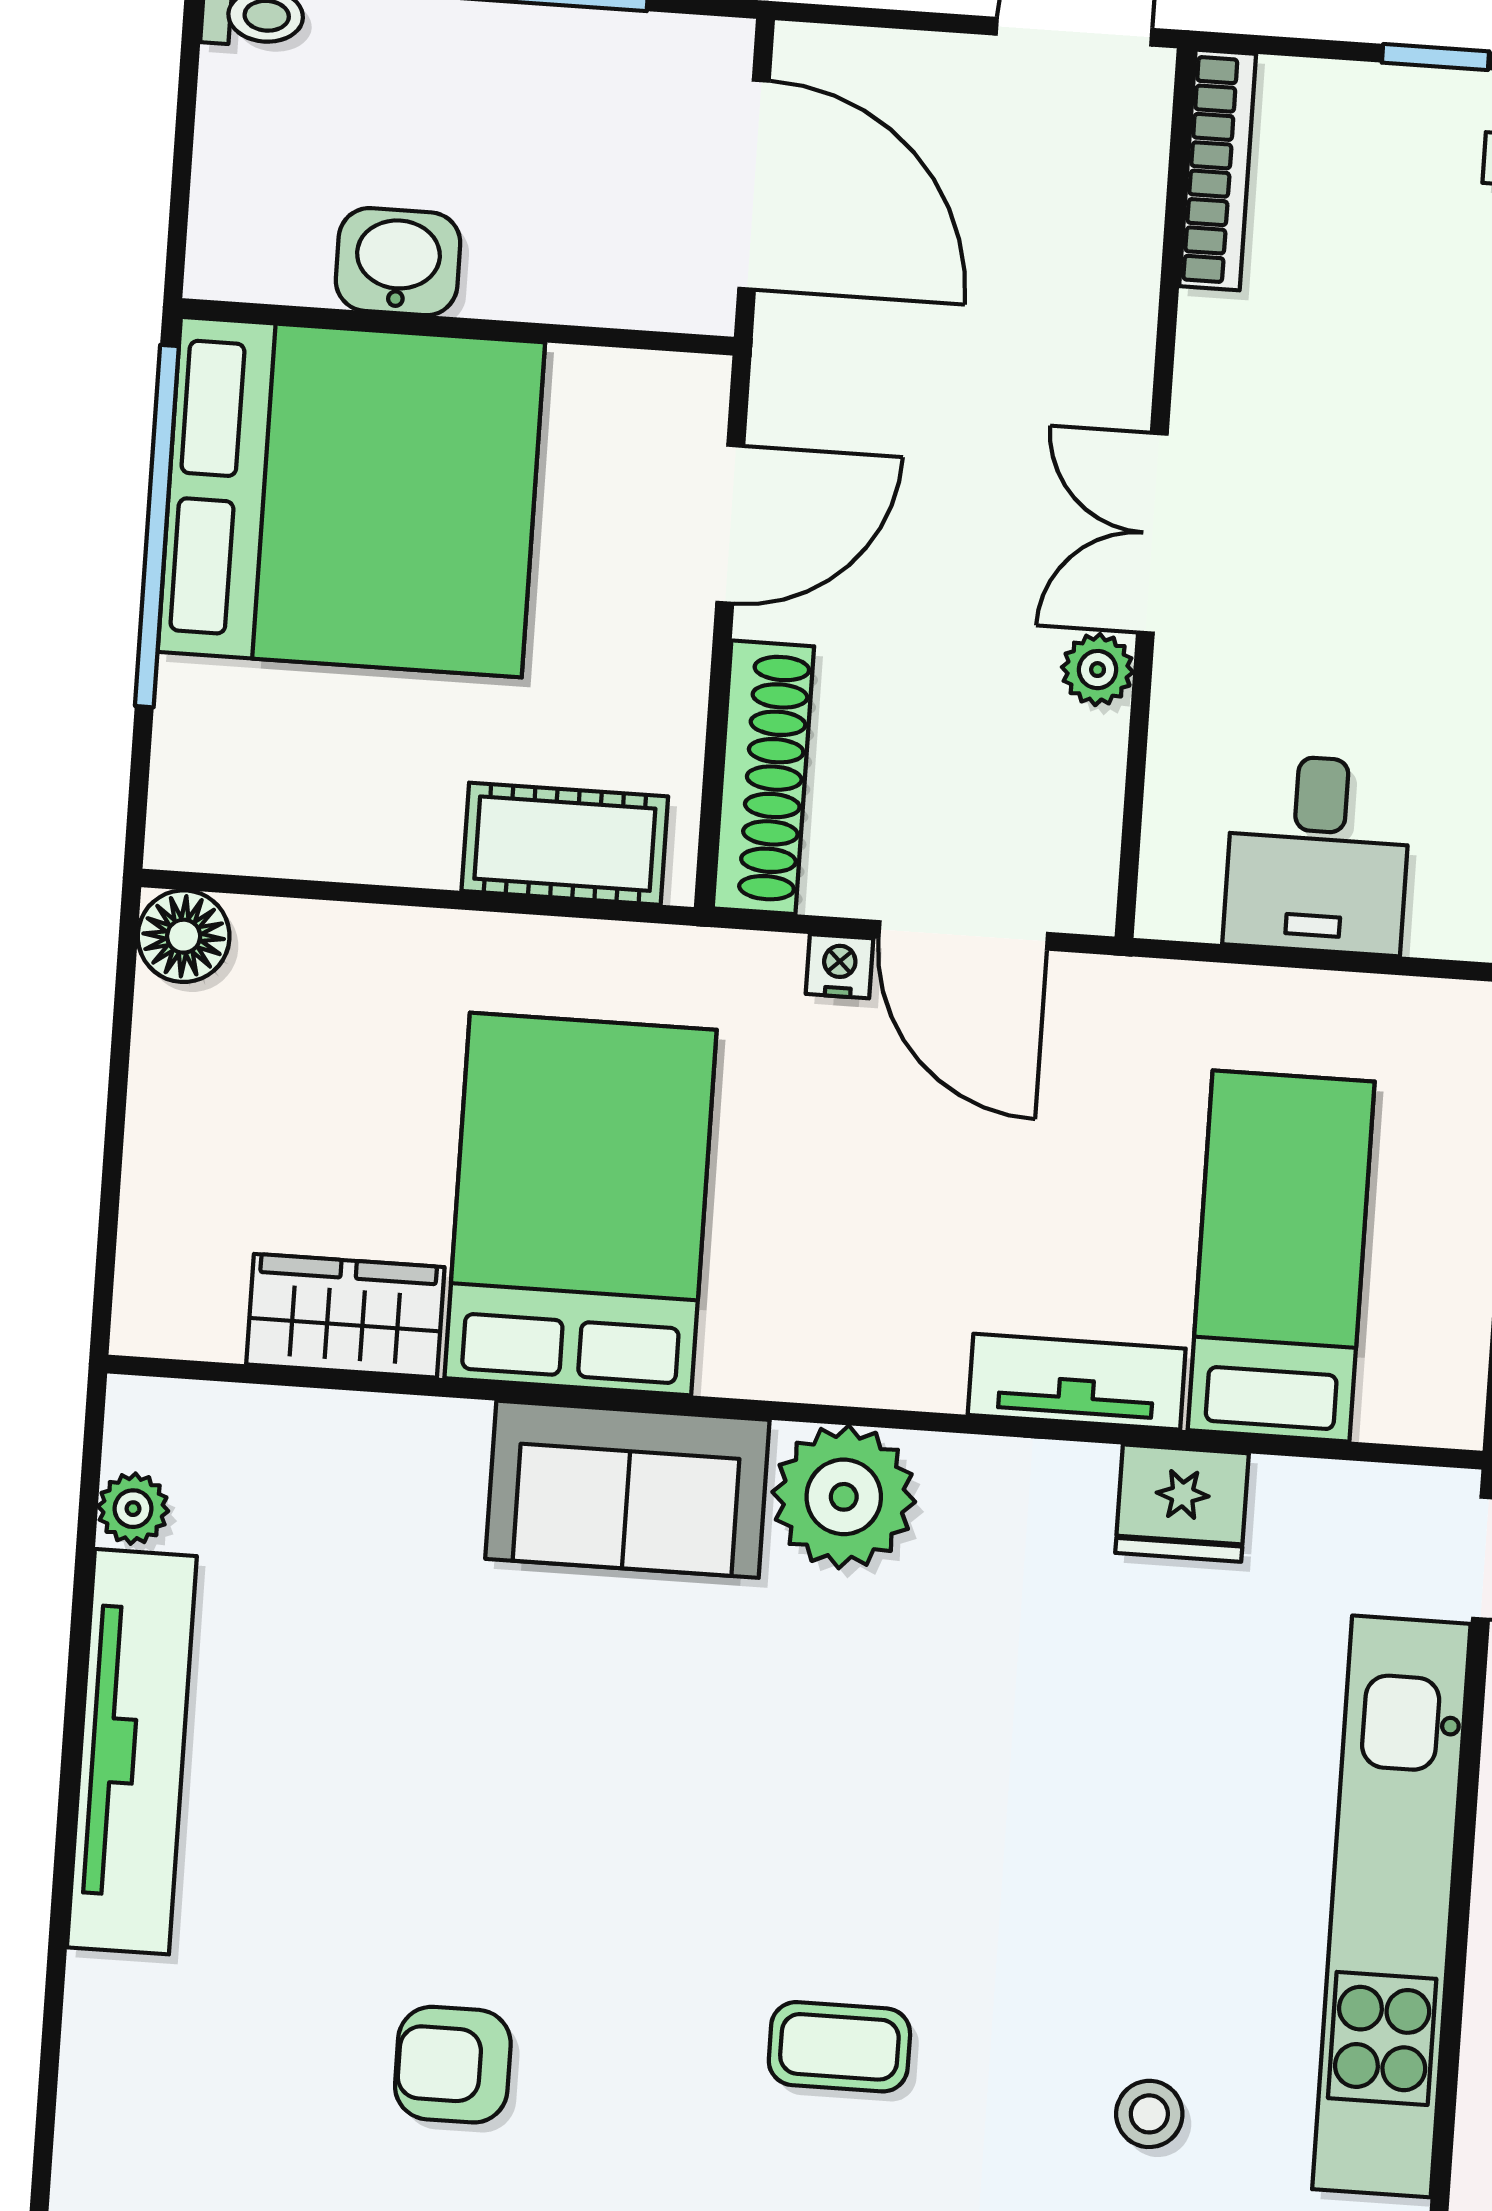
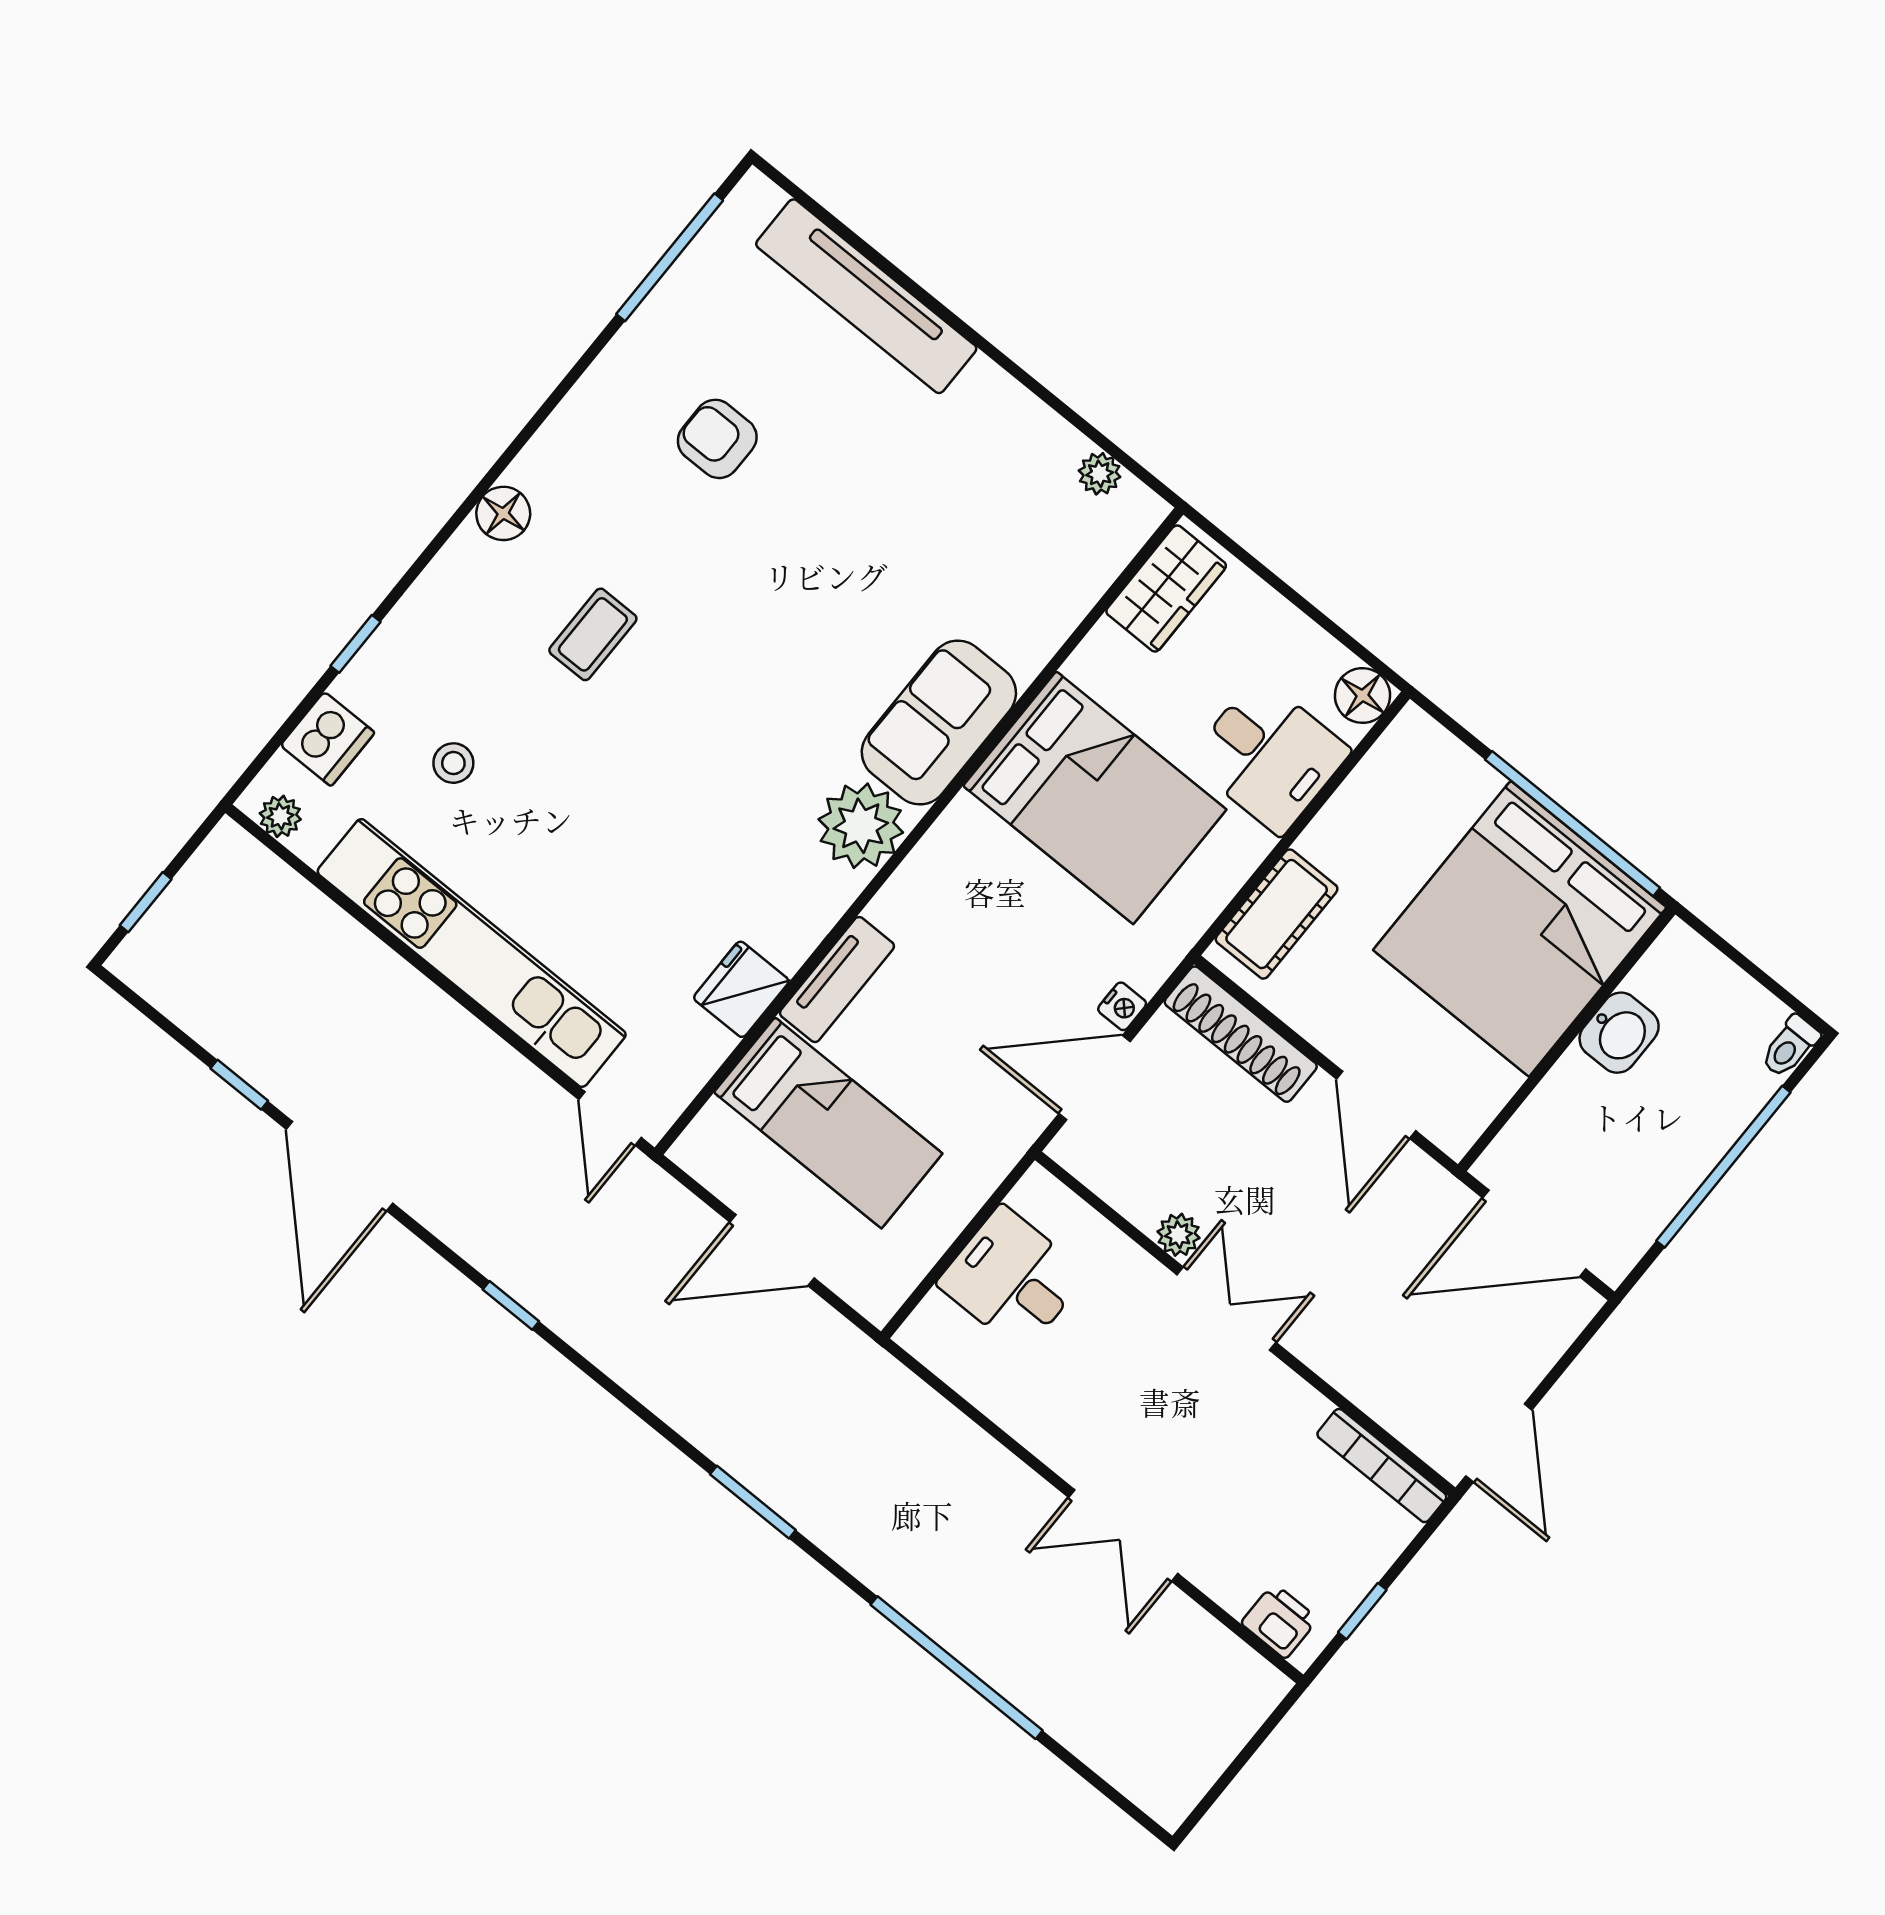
desk: (356, 1006) -> (1269, 756), added
wardrobe: (345, 1316) -> (1166, 589), moved
tv unit: (132, 1752) -> (866, 296), moved
armchair: (453, 2065) -> (717, 439), turned -90

